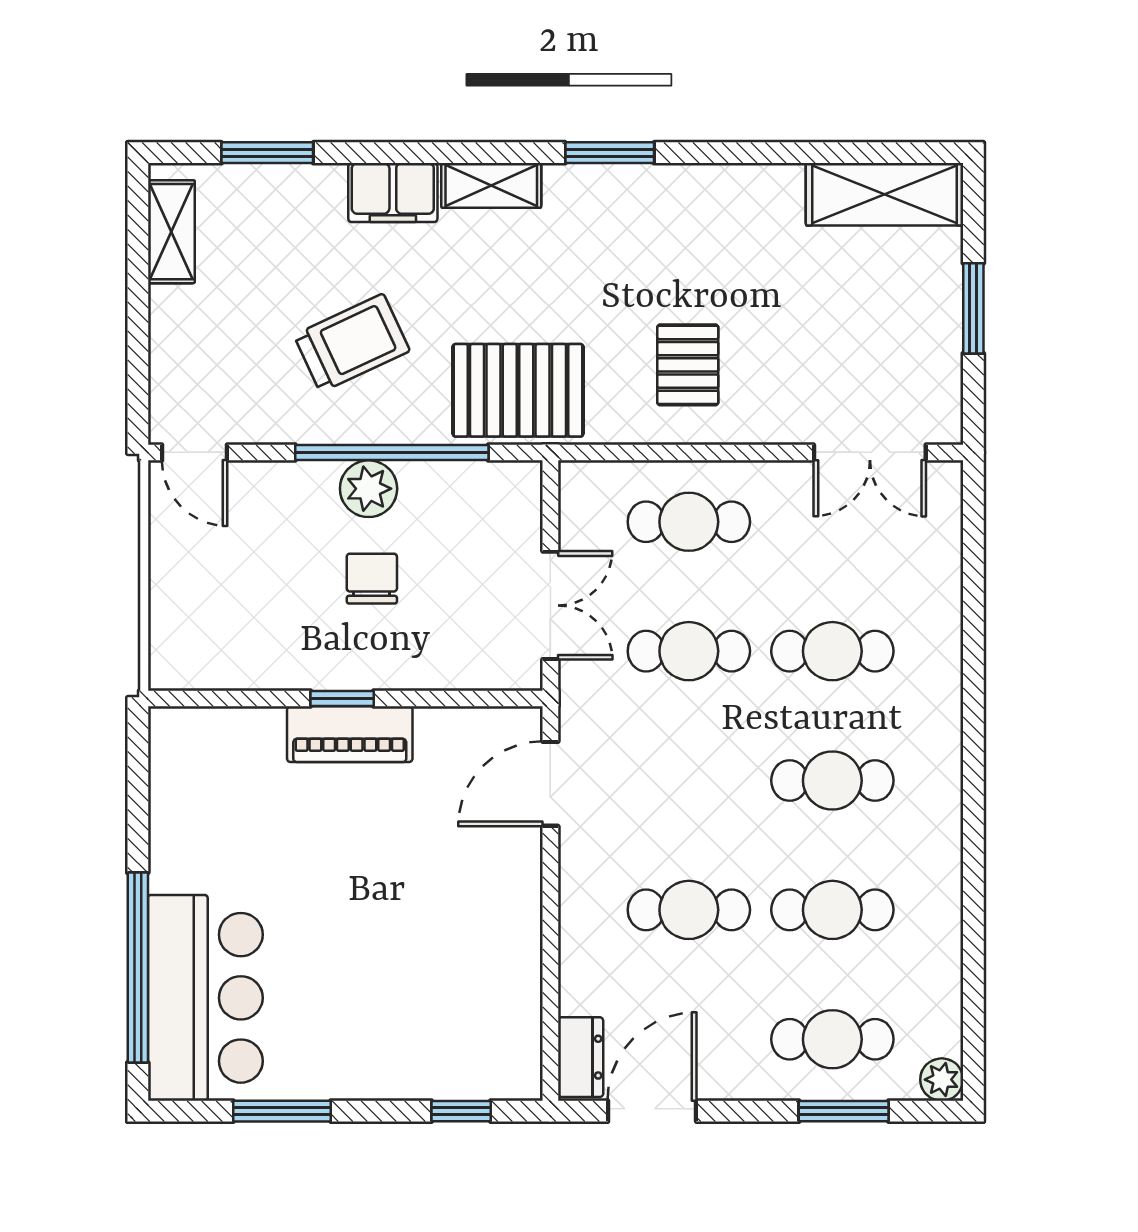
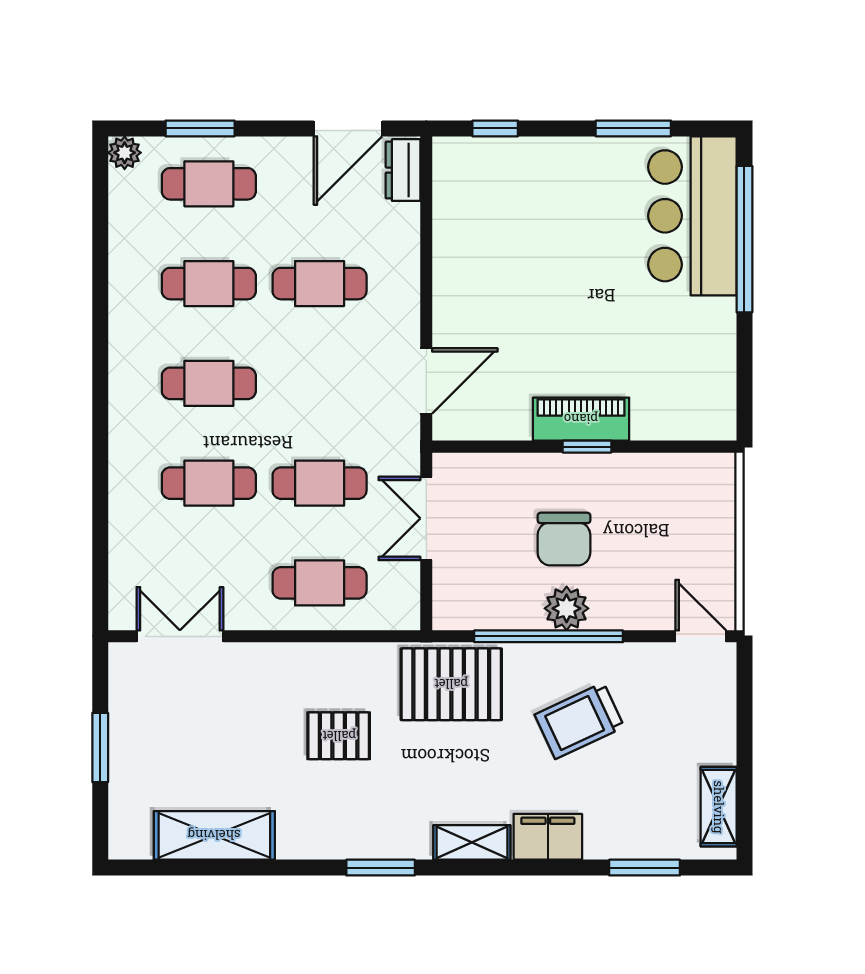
shelving: (884, 194) -> (214, 835), moved
pallet: (688, 365) -> (339, 736), moved, turned 90
chair: (372, 579) -> (564, 539), width x1.37, depth x1.37

